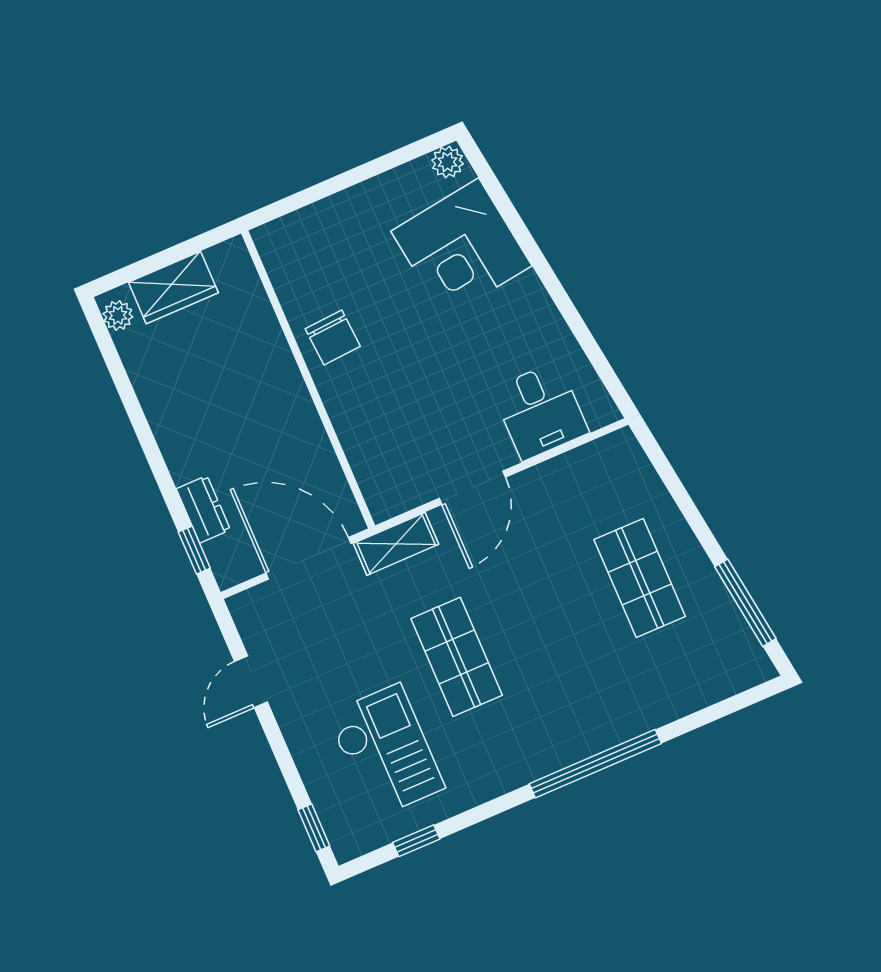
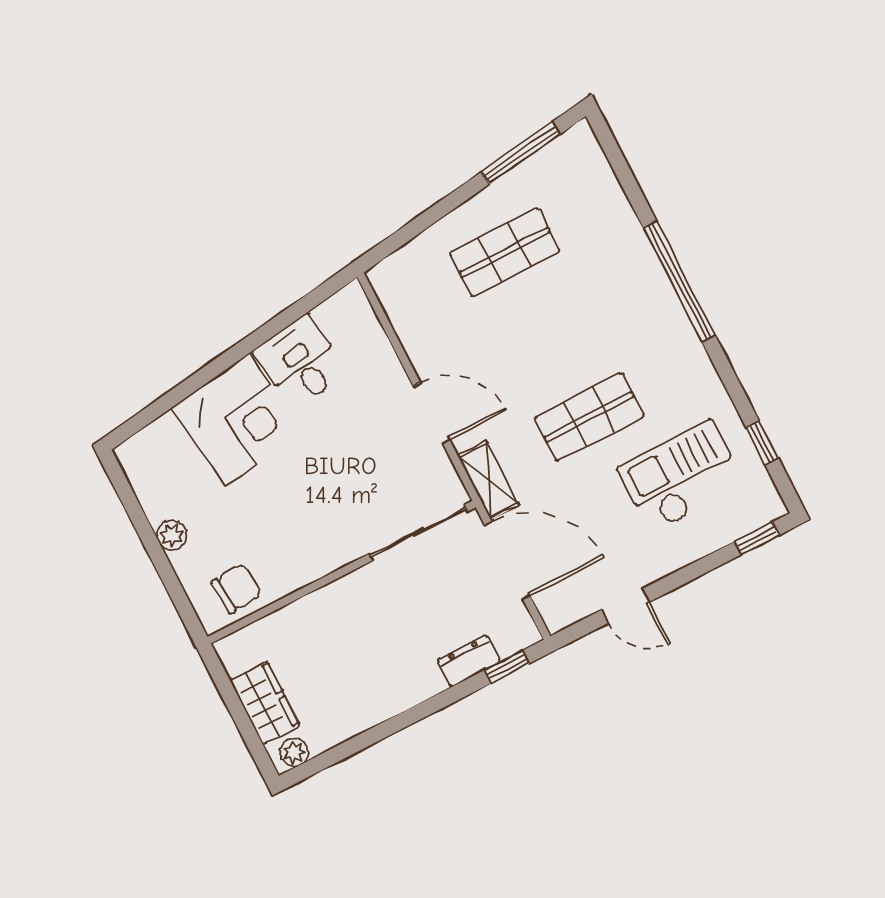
plant: (447, 162) -> (172, 535), moved
corner desk: (461, 248) -> (237, 420), moved
chair: (333, 337) -> (236, 588), moved
desk: (540, 411) -> (300, 362), moved, turned -98
sliding door: (345, 465) -> (418, 533), added
door: (309, 558) -> (507, 560), swing flipped

